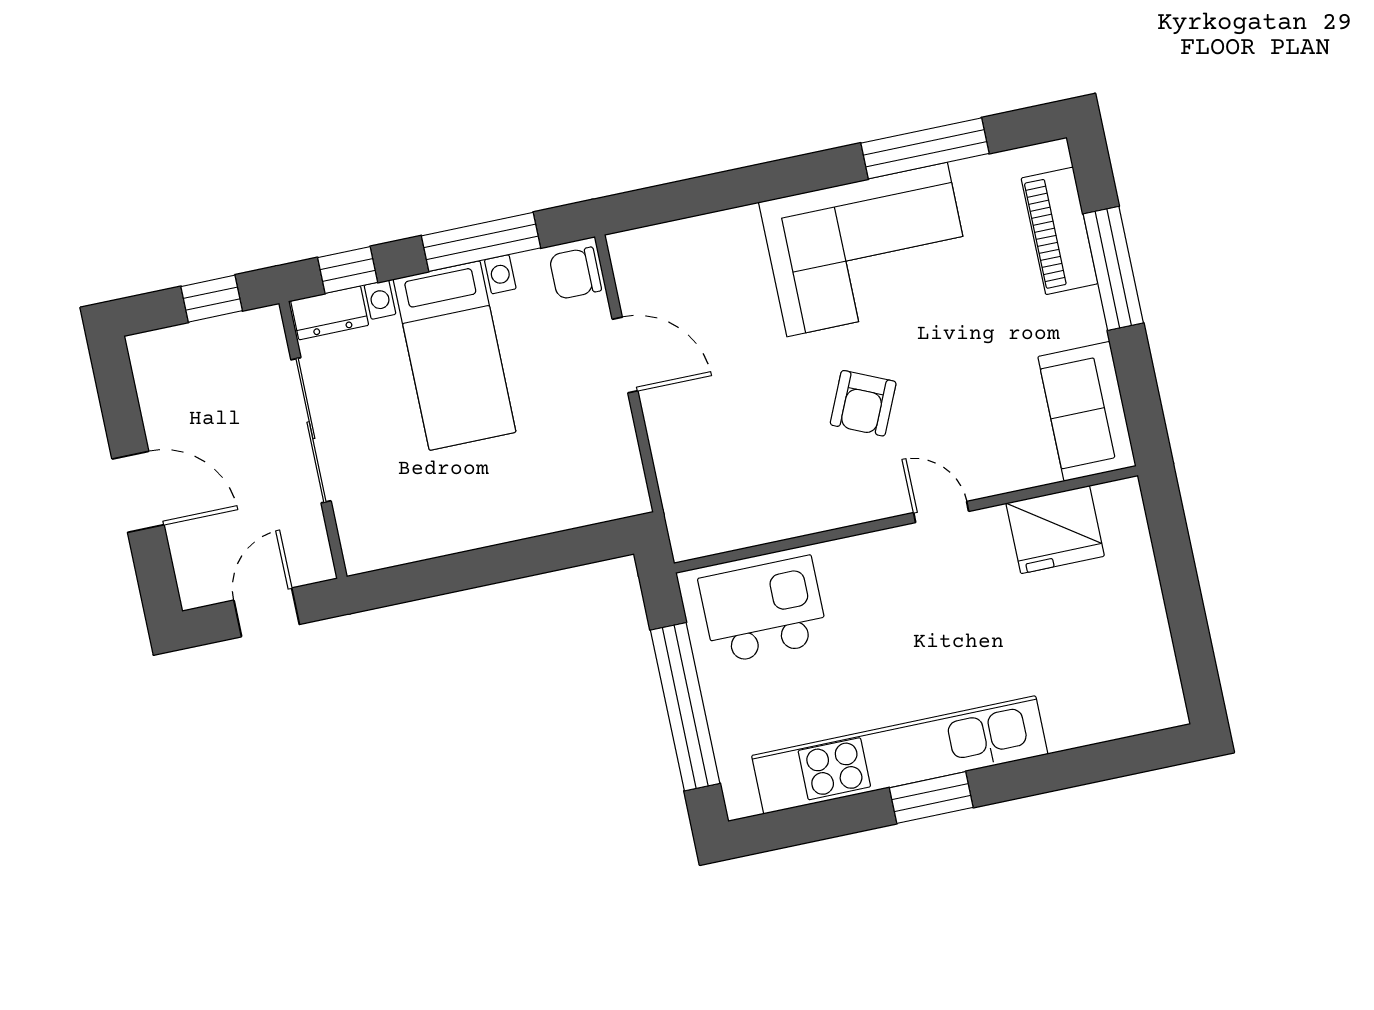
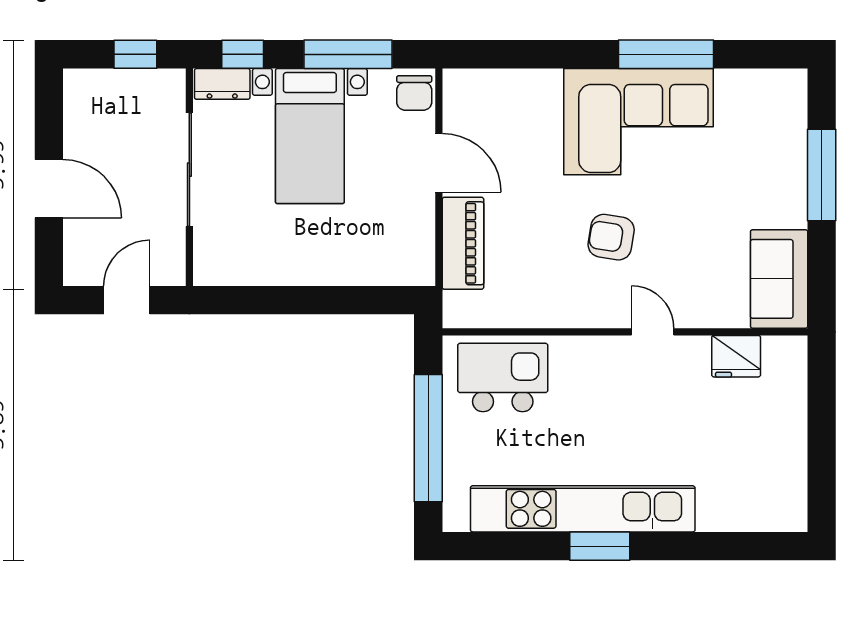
window: (925, 148) -> (666, 54), moved
piano: (1059, 231) -> (463, 243), moved, turned 180
chair: (575, 273) -> (414, 93), turned -90
armchair: (863, 403) -> (611, 237), turned 75
fridge: (1055, 530) -> (736, 356), width x0.73, depth x0.75

